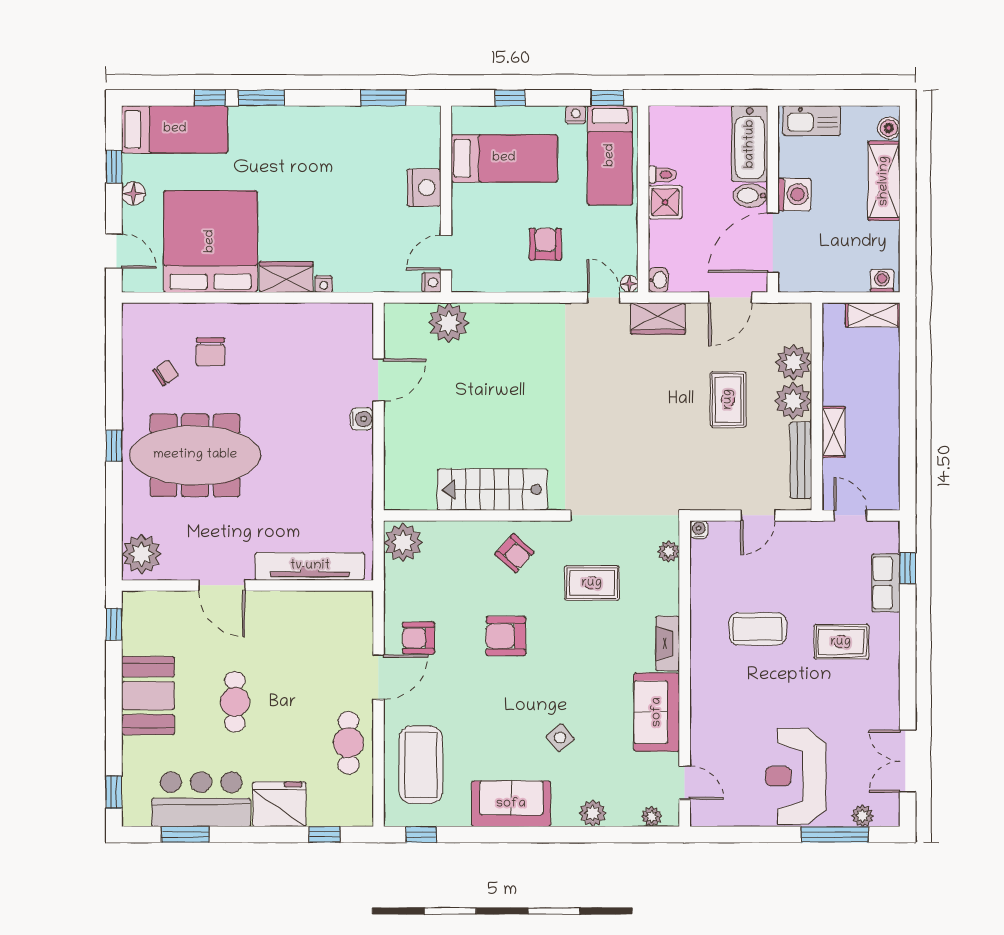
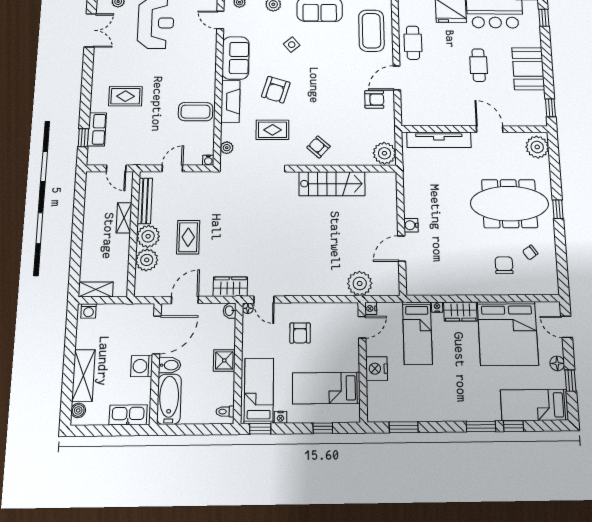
toilet: (662, 175) -> (225, 412), moved
bed: (357, 243) -> (417, 333), added
coffee table: (758, 629) -> (196, 112), moved
armchair: (506, 636) -> (276, 90), moved, turned 107
fireplace: (668, 643) -> (230, 101), width x1.37, depth x1.32

